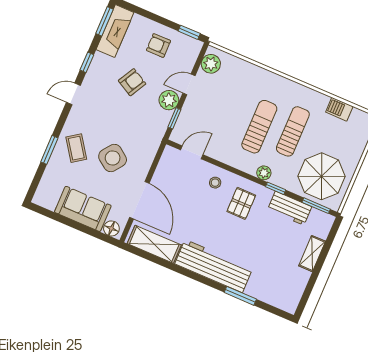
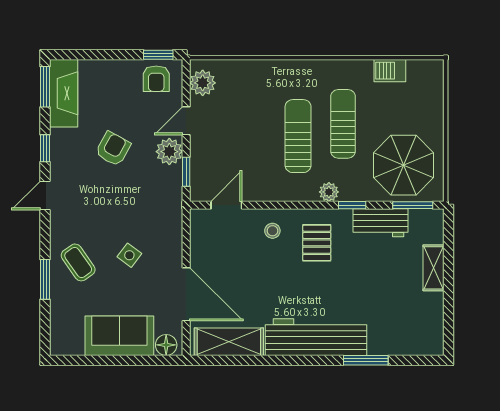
armchair: (158, 45) -> (156, 79), moved, turned -90
side table: (113, 158) -> (129, 255), width x0.54, depth x0.54

